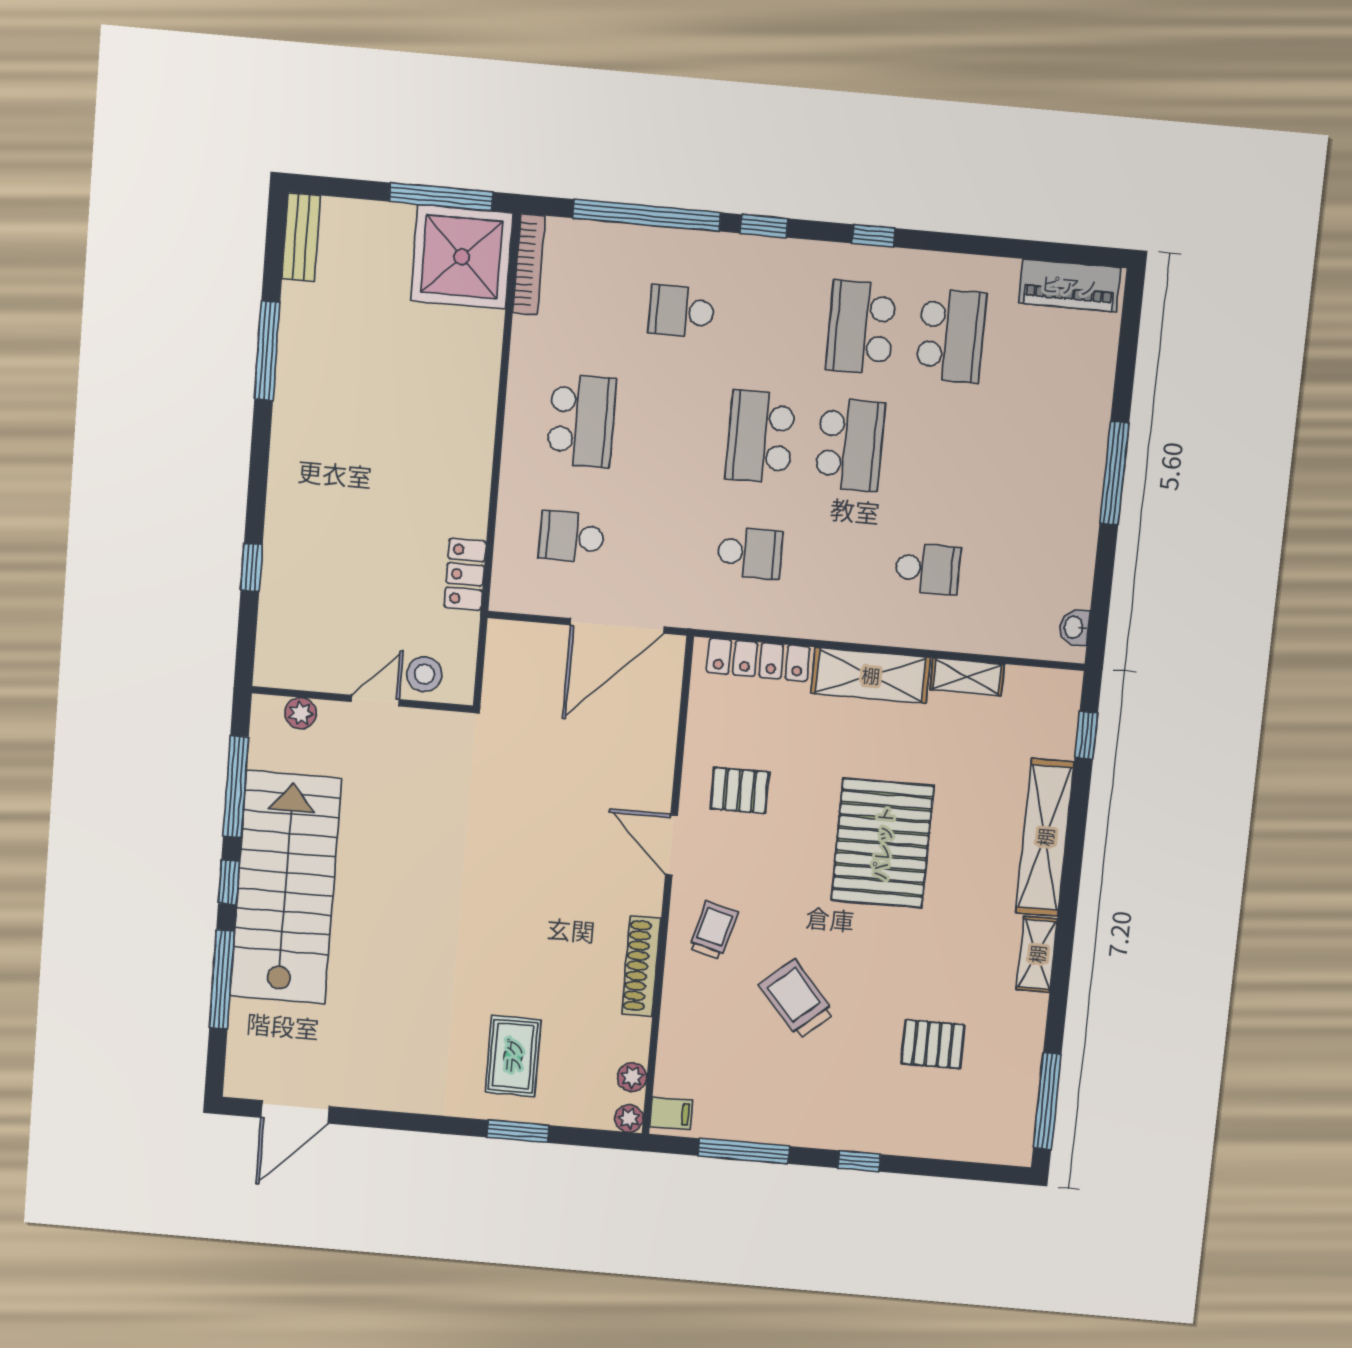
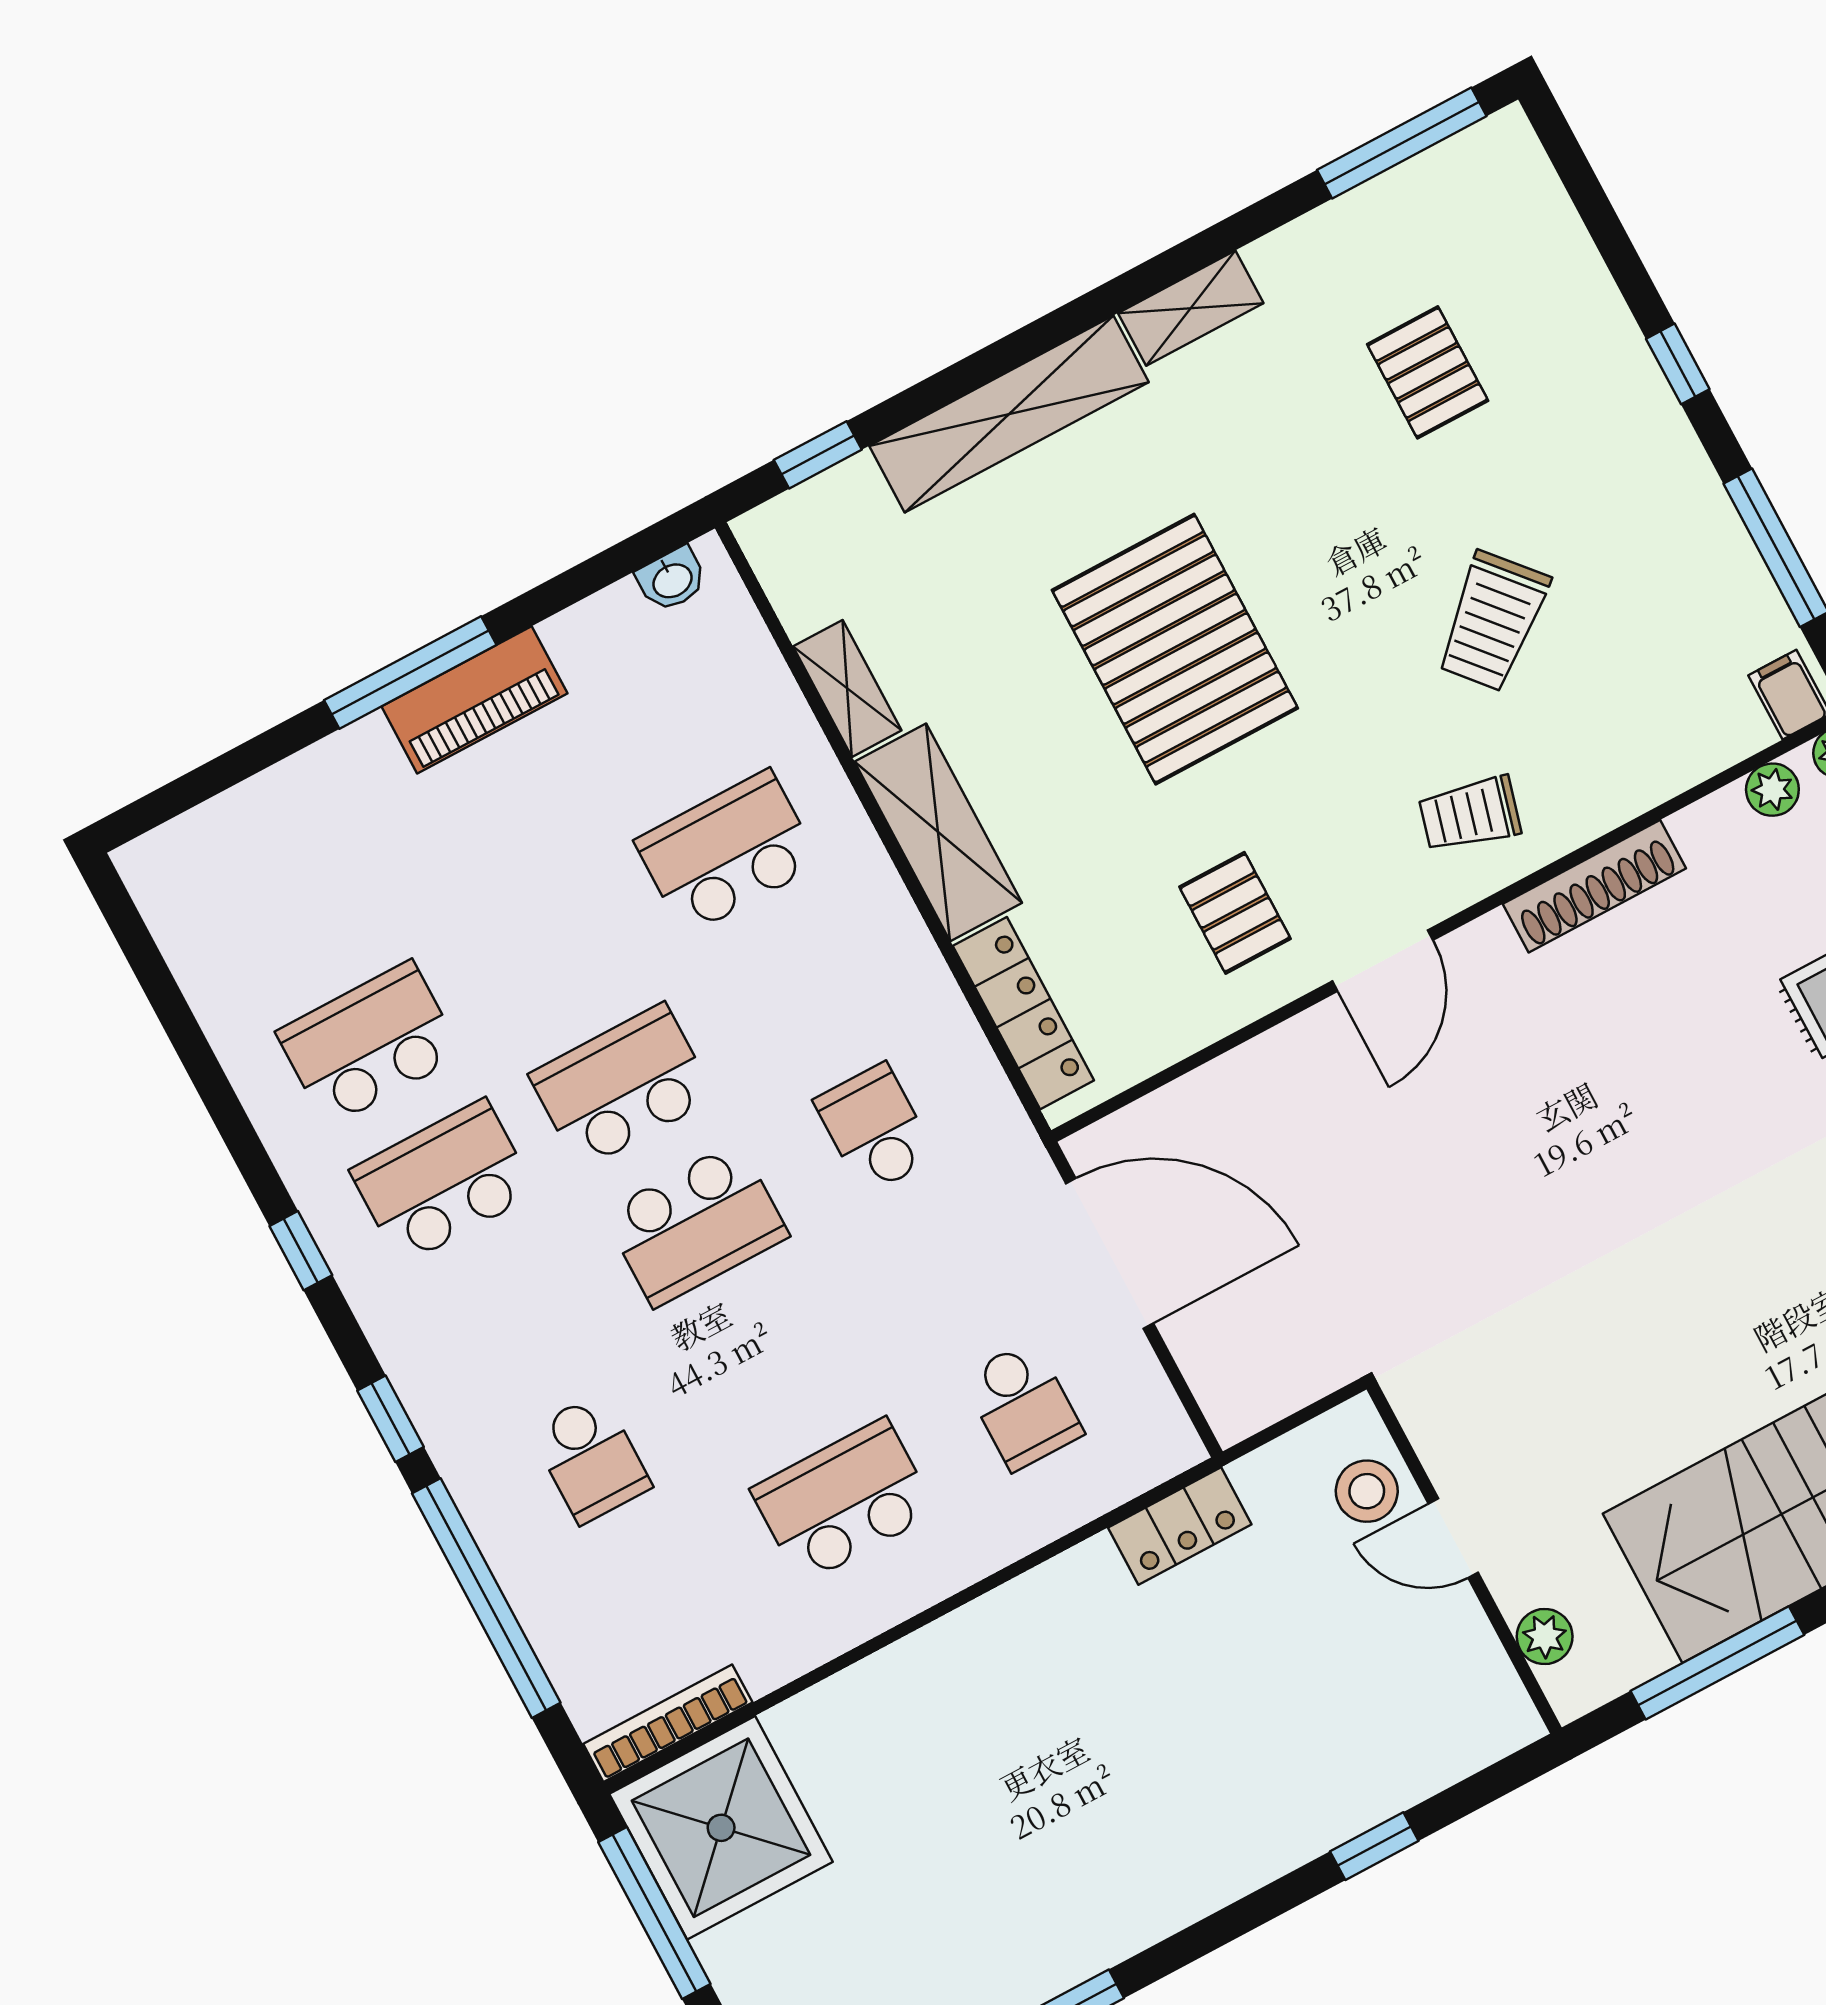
piano: (1070, 285) -> (474, 700), moved, turned 90
school desk: (861, 327) -> (443, 1182), turned 180
school desk: (928, 569) -> (727, 852), width x1.85
pallet: (882, 843) -> (1175, 649), turned 90

